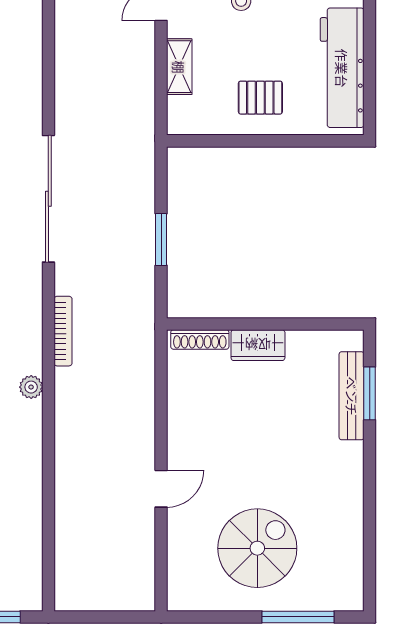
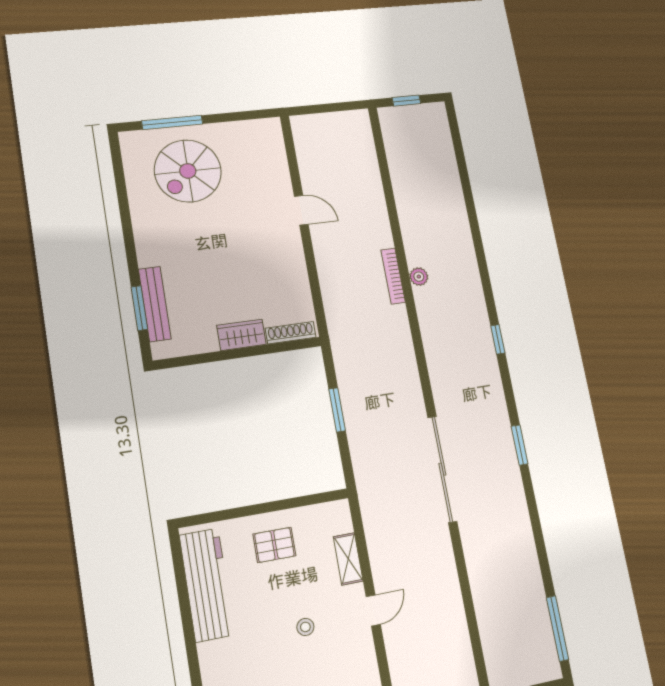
sliding door: (48, 199) -> (442, 469), moved
bookcase: (63, 331) -> (393, 276), moved
door: (161, 489) -> (301, 210), swing flipped
spiral stairs: (257, 548) -> (188, 171), moved

